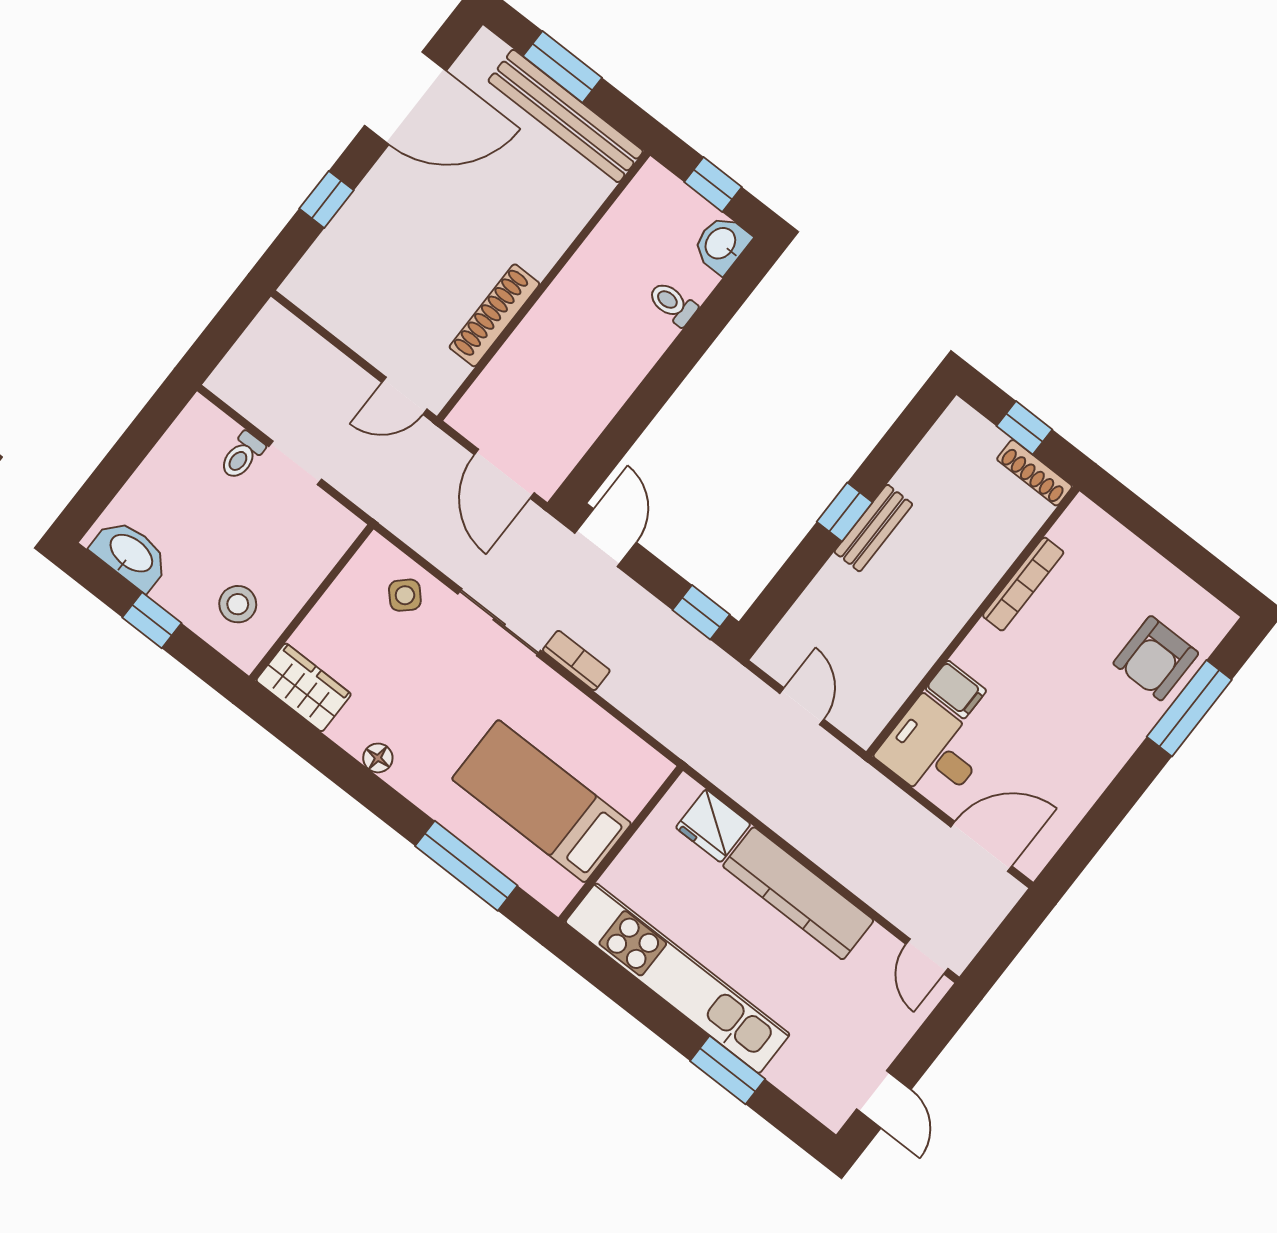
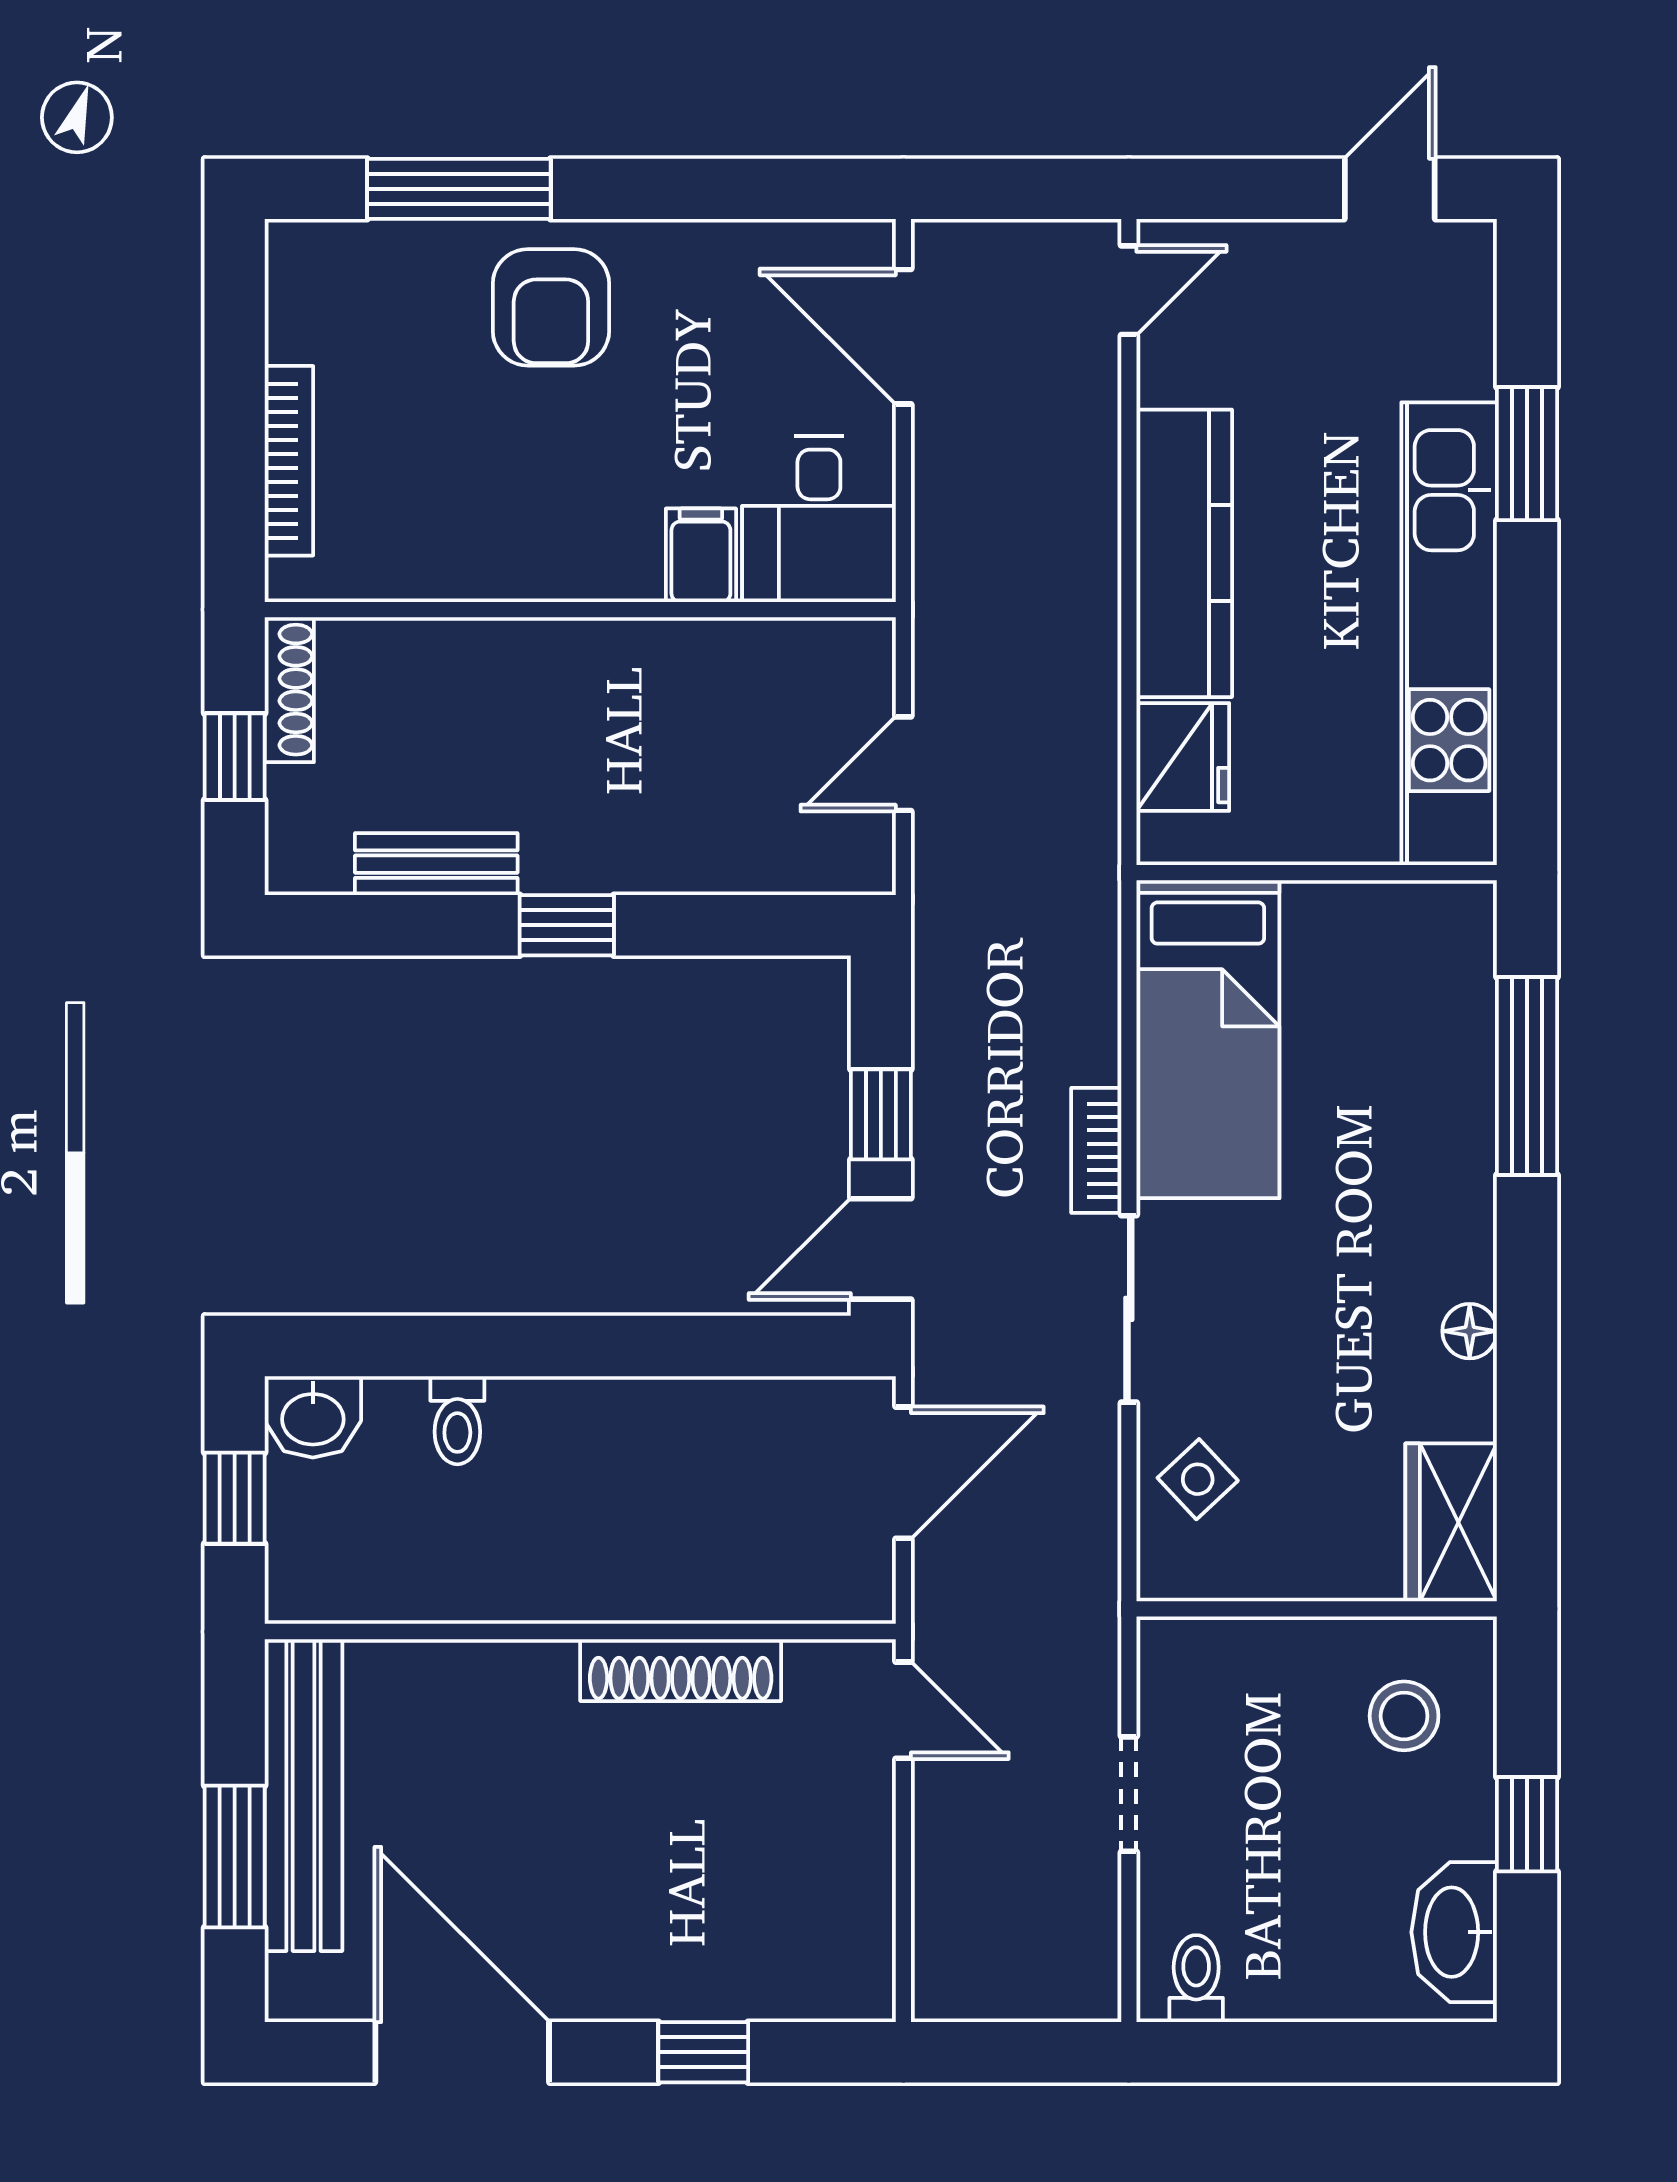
toilet: (242, 456) -> (1196, 1979), moved, turned -90
bench: (873, 528) -> (436, 864), moved
bookcase: (1023, 584) -> (289, 461), moved, turned 90
window: (701, 612) -> (881, 1114), moved
armchair: (1156, 658) -> (551, 307), moved, turned 90
bed: (542, 801) -> (1208, 1039), moved

